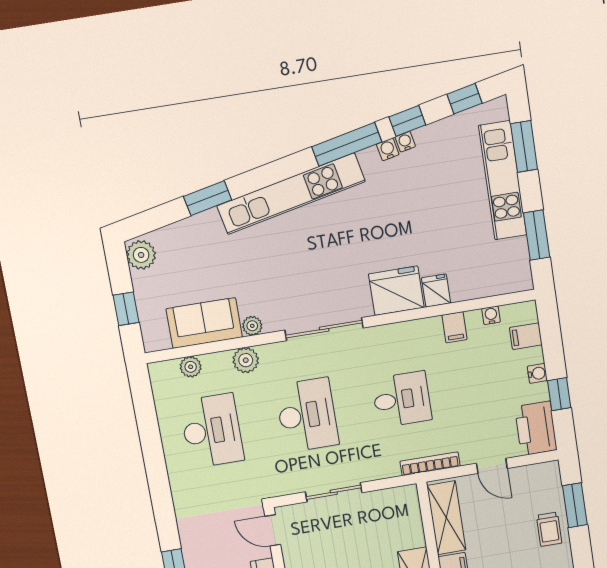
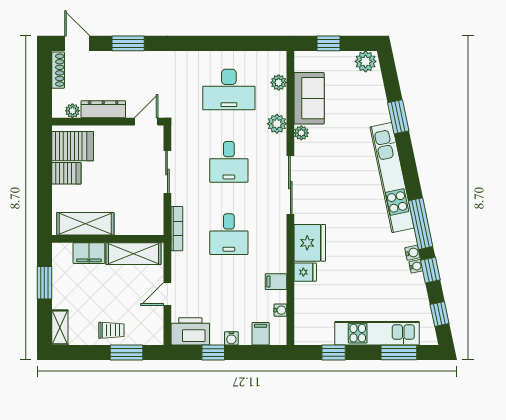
window: (537, 235) -> (334, 353), width x0.67
desk: (307, 415) -> (229, 162), width x0.73
bookcase: (430, 464) -> (177, 229), moved
trolley: (549, 529) -> (111, 330), turned 180

